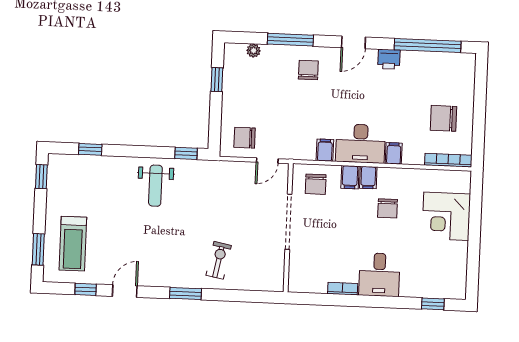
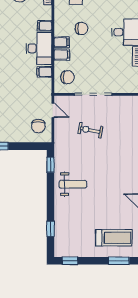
exercise bike: (219, 260) -> (90, 130), moved

